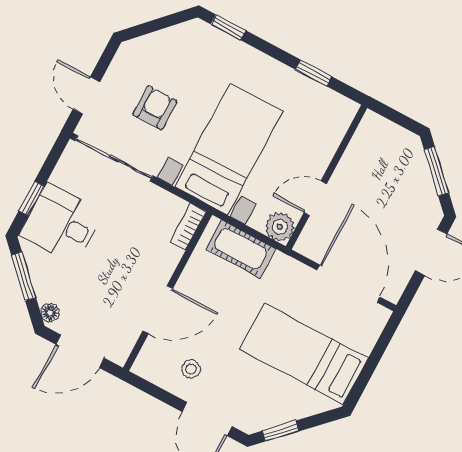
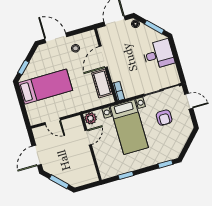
window: (32, 198) -> (175, 53), removed
cot: (241, 249) -> (102, 83), moved, turned 90
door: (349, 284) -> (53, 121), width x0.53
window: (281, 431) -> (23, 67), moved

